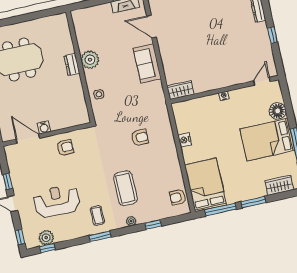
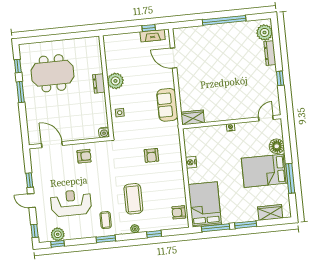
sofa: (147, 63) -> (167, 105), moved
water cooler: (44, 127) -> (104, 132), moved
armchair: (140, 138) -> (151, 155), turned 90

